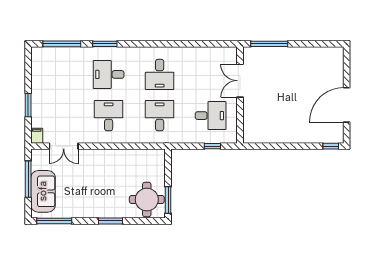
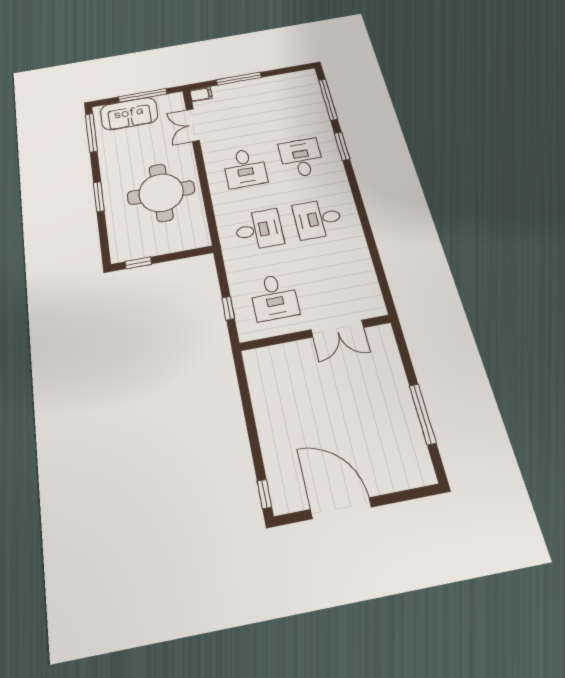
window: (269, 44) -> (423, 414), moved
double door: (240, 81) -> (337, 329), swing flipped
window: (28, 105) -> (239, 79), width x1.44
desk: (109, 116) -> (245, 168), turned 90
round table: (147, 200) -> (161, 193), moved, width x1.36, depth x1.36
window: (168, 200) -> (138, 263), width x0.67

